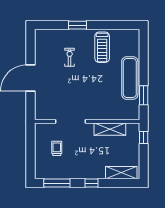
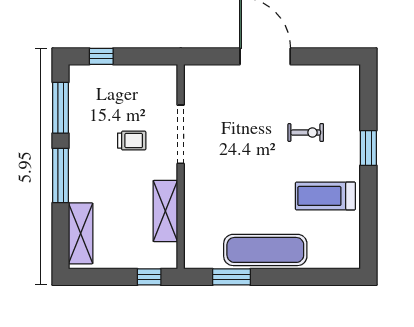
trolley: (57, 148) -> (132, 141), moved
window: (31, 162) -> (101, 56), added
window: (92, 183) -> (60, 175), width x2.17

